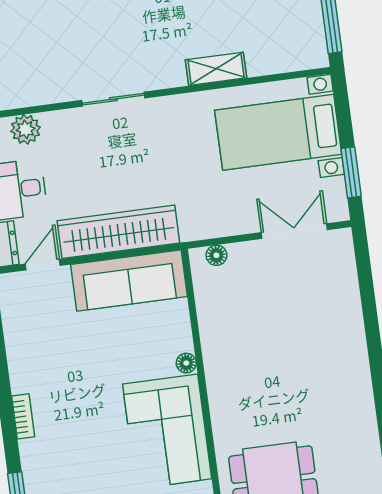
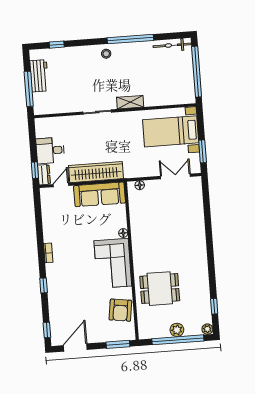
shelving: (216, 69) -> (130, 102), moved
plant: (26, 129) -> (57, 123), removed

